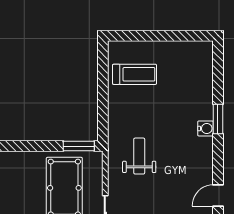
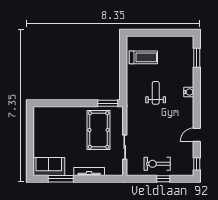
window: (218, 119) -> (197, 58), moved
weight bench: (139, 156) -> (156, 93), moved

